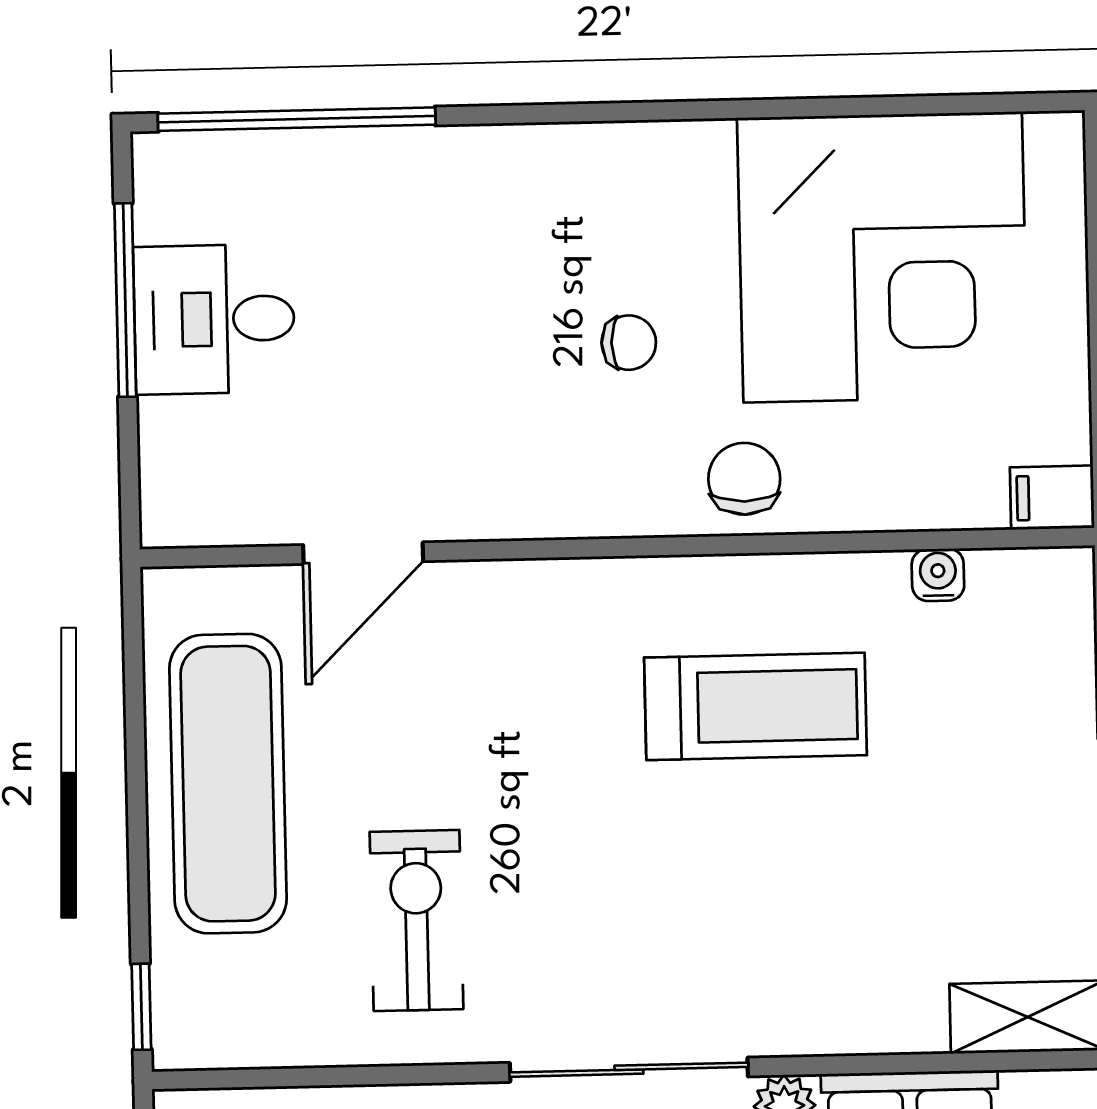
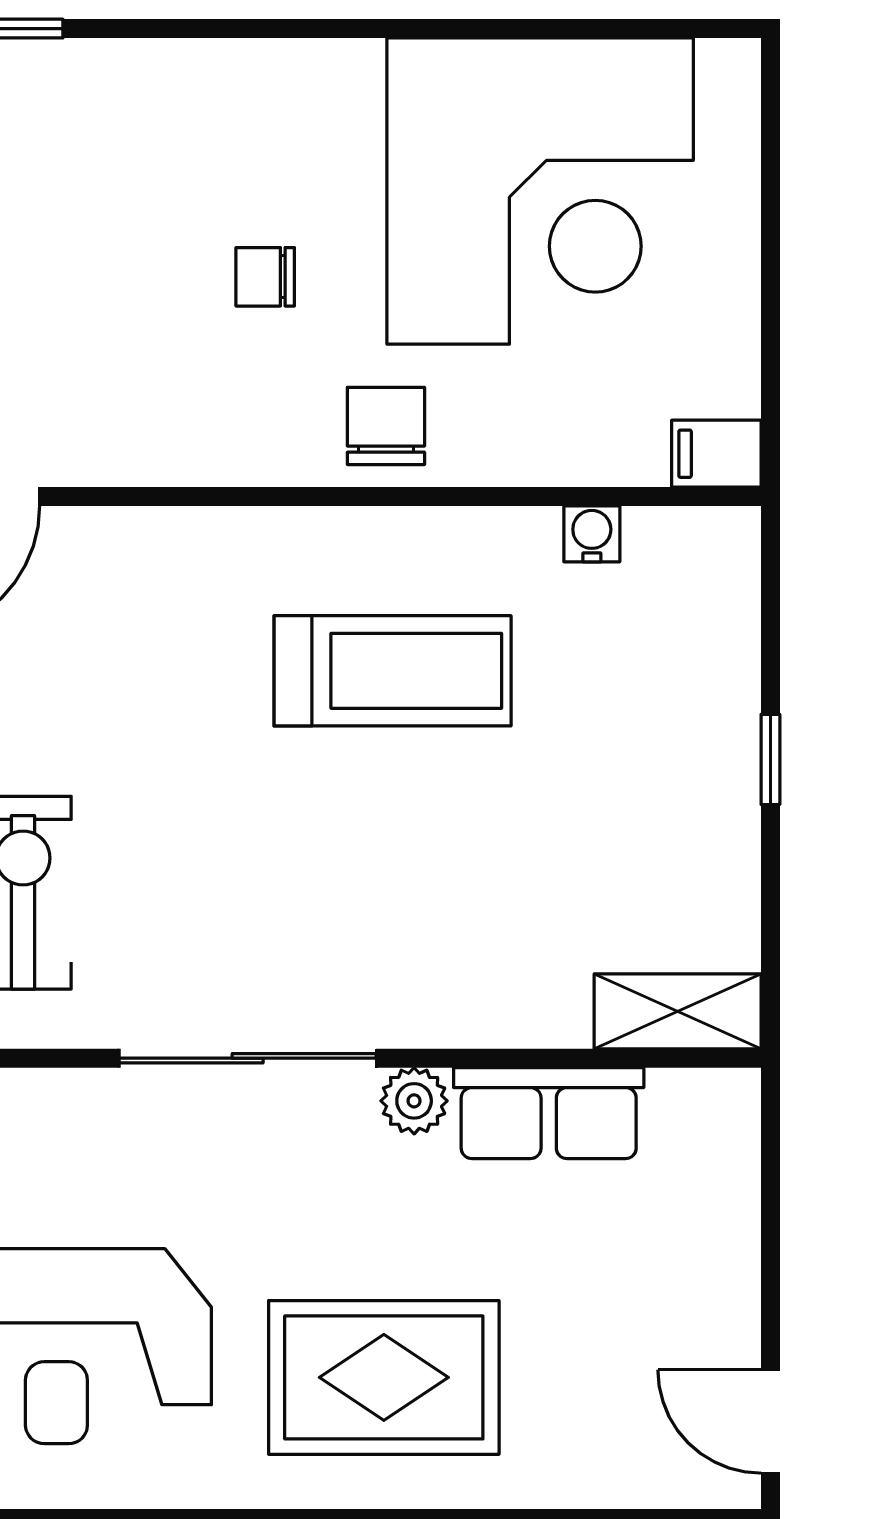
chair: (629, 343) -> (265, 277), turned 180

